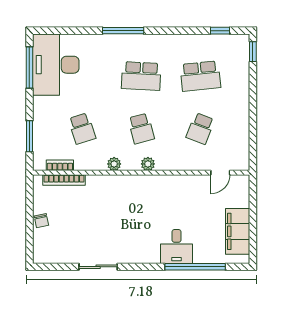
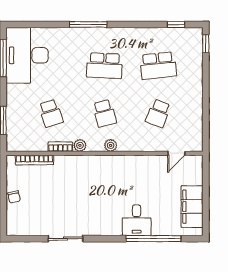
bookcase: (60, 165) -> (60, 147), moved

